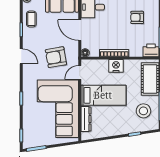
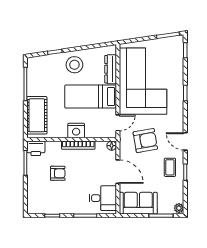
armchair: (137, 17) -> (58, 173), moved
coffee table: (31, 19) -> (170, 167), moved
stool: (143, 111) -> (74, 65), moved

